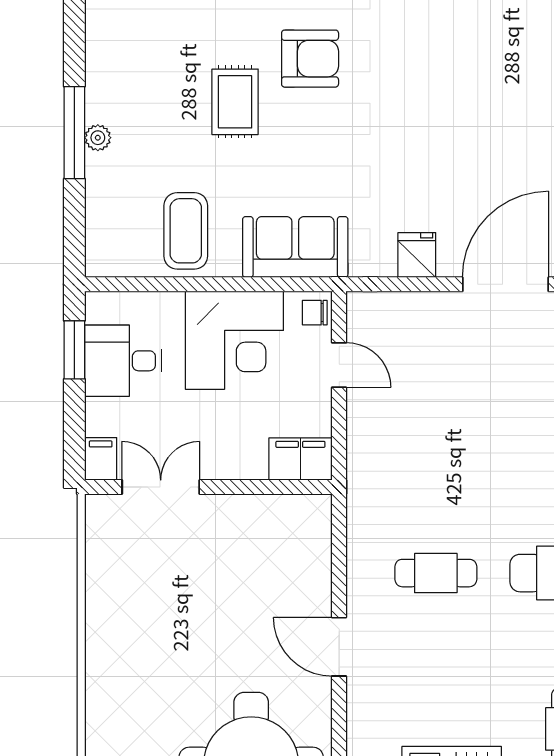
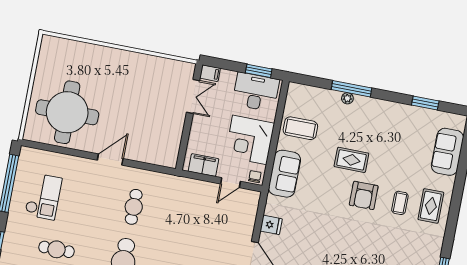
desk: (123, 361) -> (256, 92), width x1.37
filing cabinet: (300, 459) -> (203, 165), moved, turned -90

